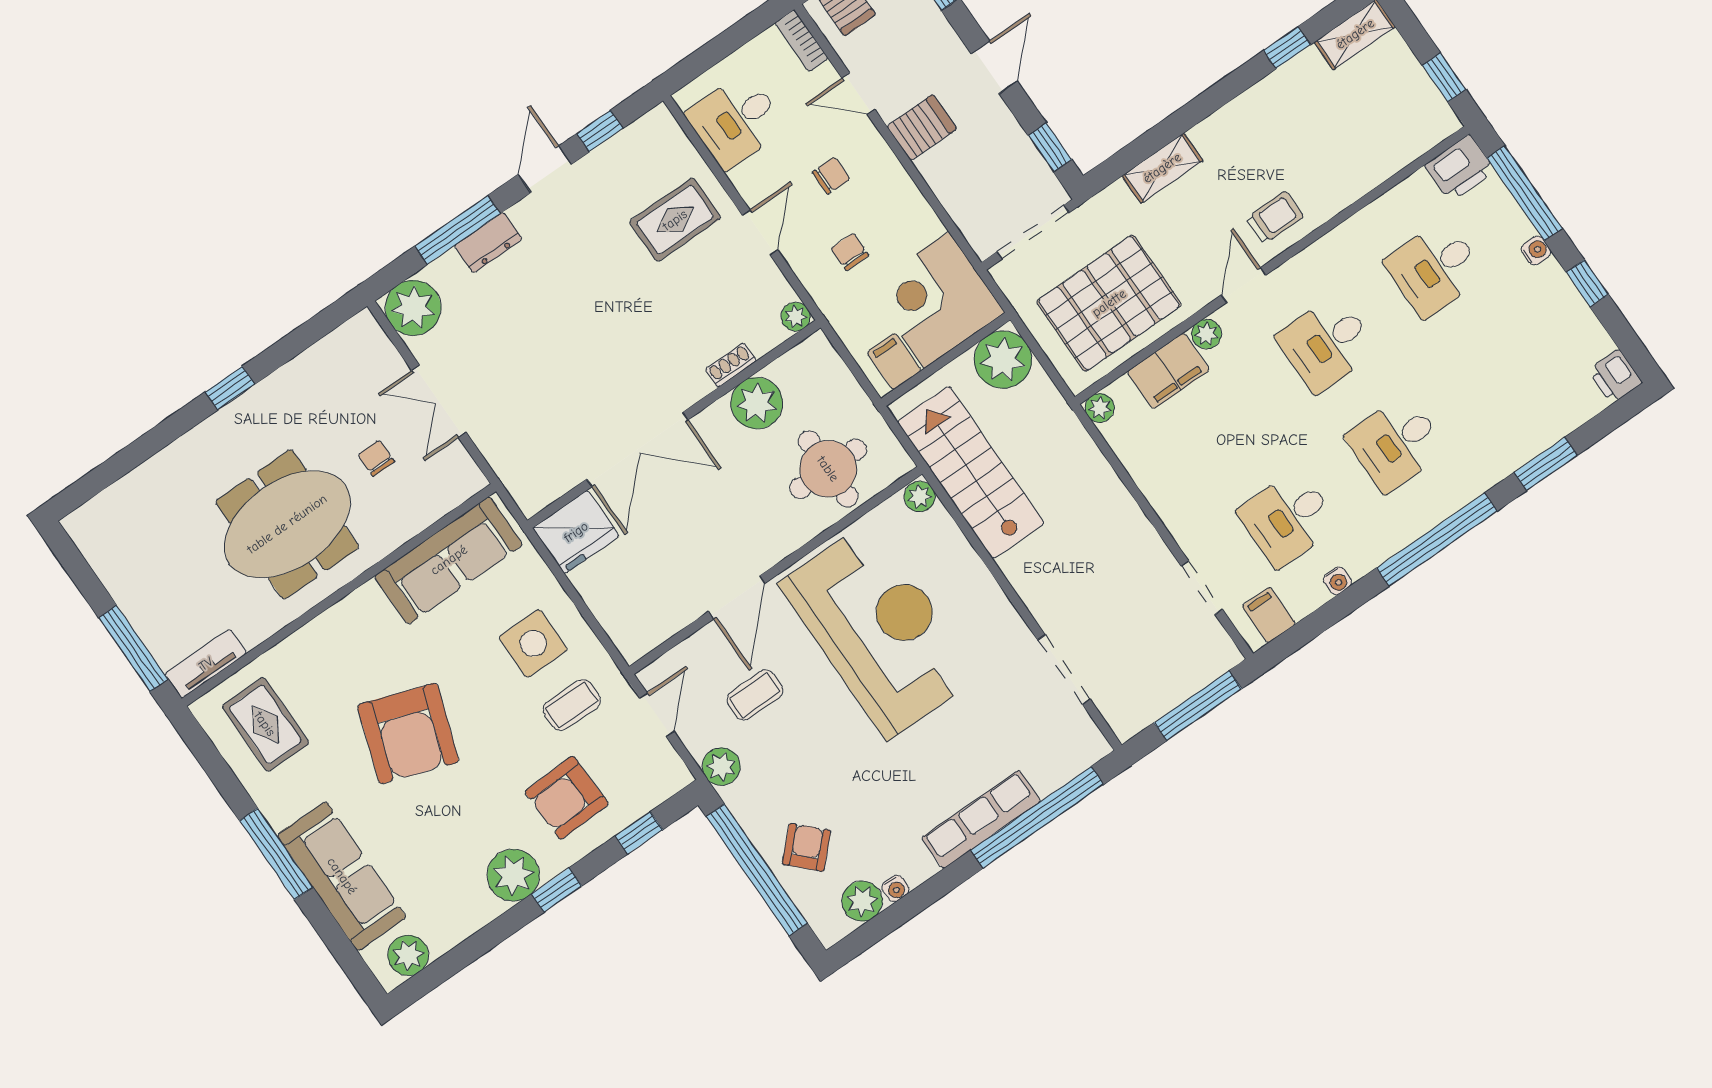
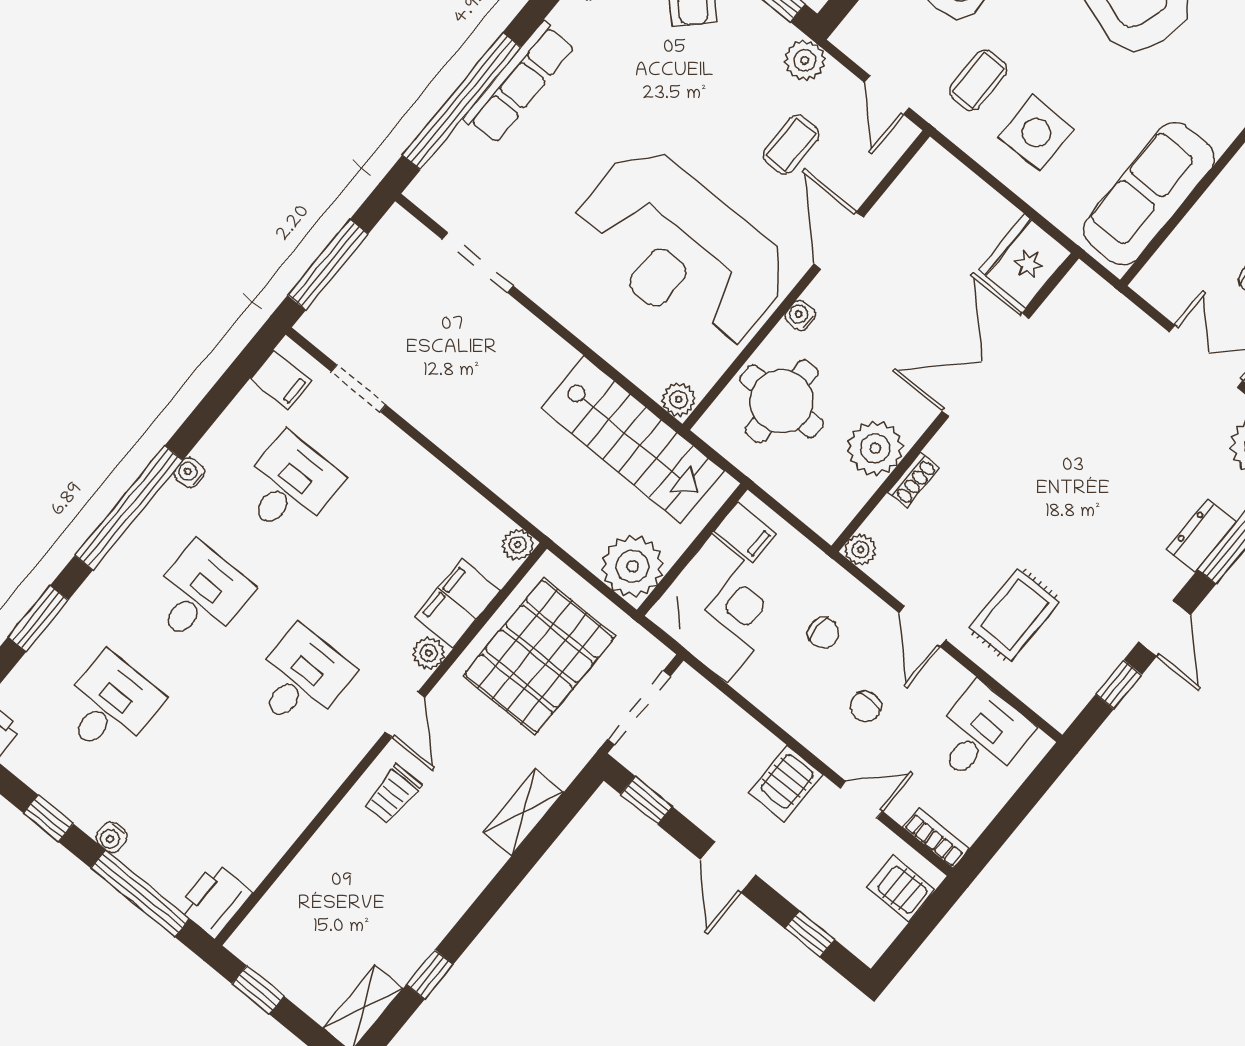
desk: (1435, 269) -> (110, 705), moved
water cooler: (790, 541) -> (800, 315), added
water cooler: (1337, 581) -> (189, 473), moved

